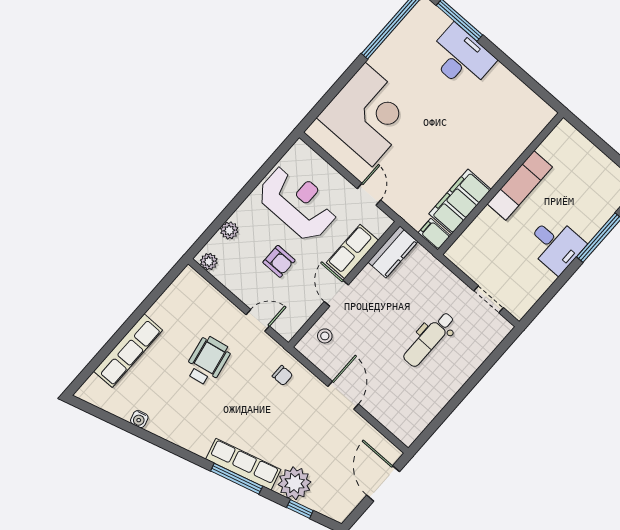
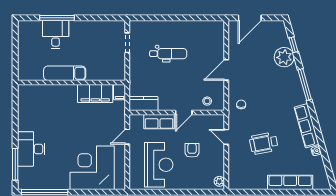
reception desk: (298, 203) -> (159, 165), turned 180
plant: (229, 230) -> (198, 184), removed
desk: (555, 245) -> (56, 34), moved
row of seats: (243, 464) -> (307, 126), moved

